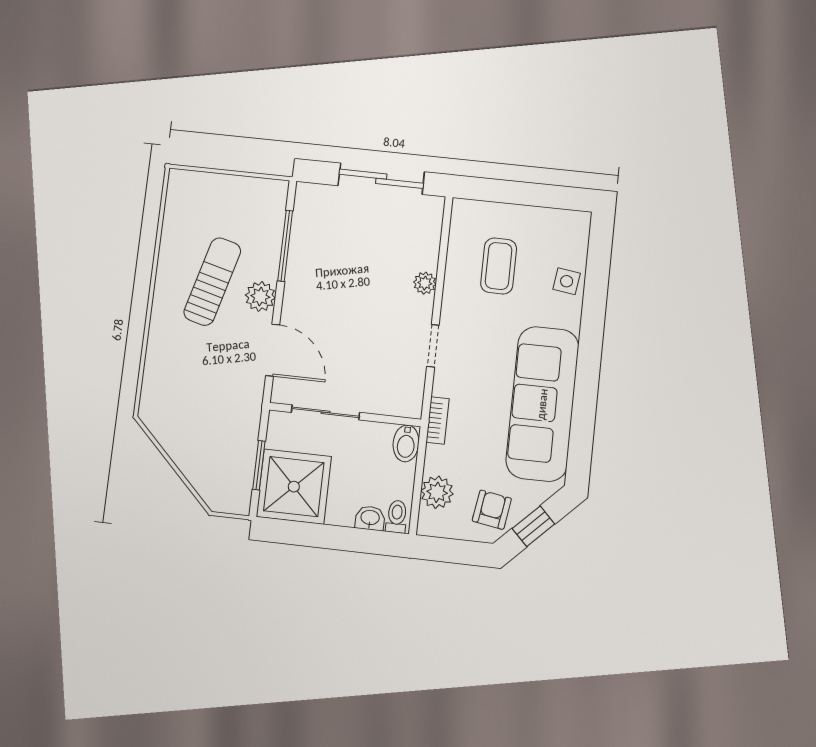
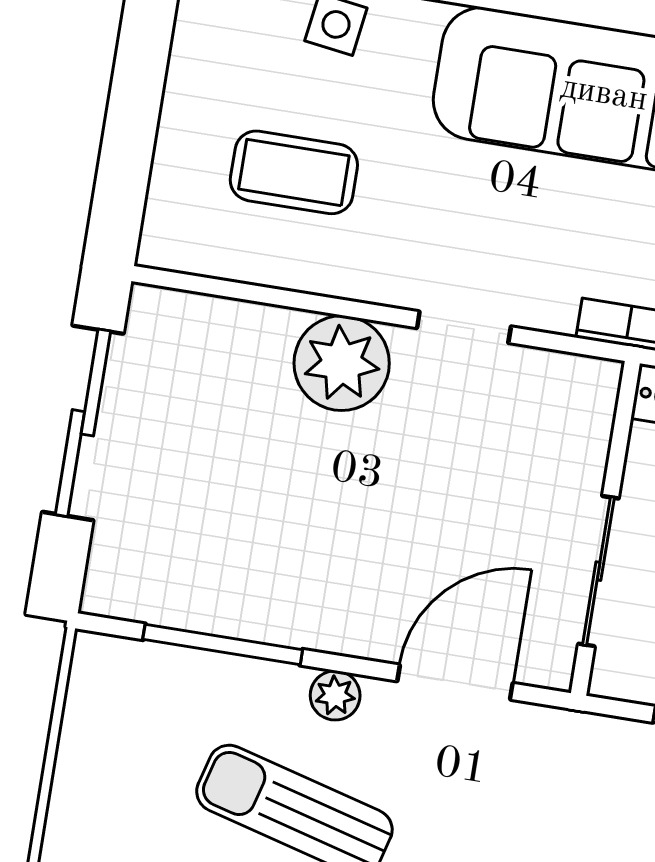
plant: (425, 283) -> (342, 363), width x1.87, depth x1.87
plant: (260, 296) -> (335, 695), width x0.73, depth x0.73

